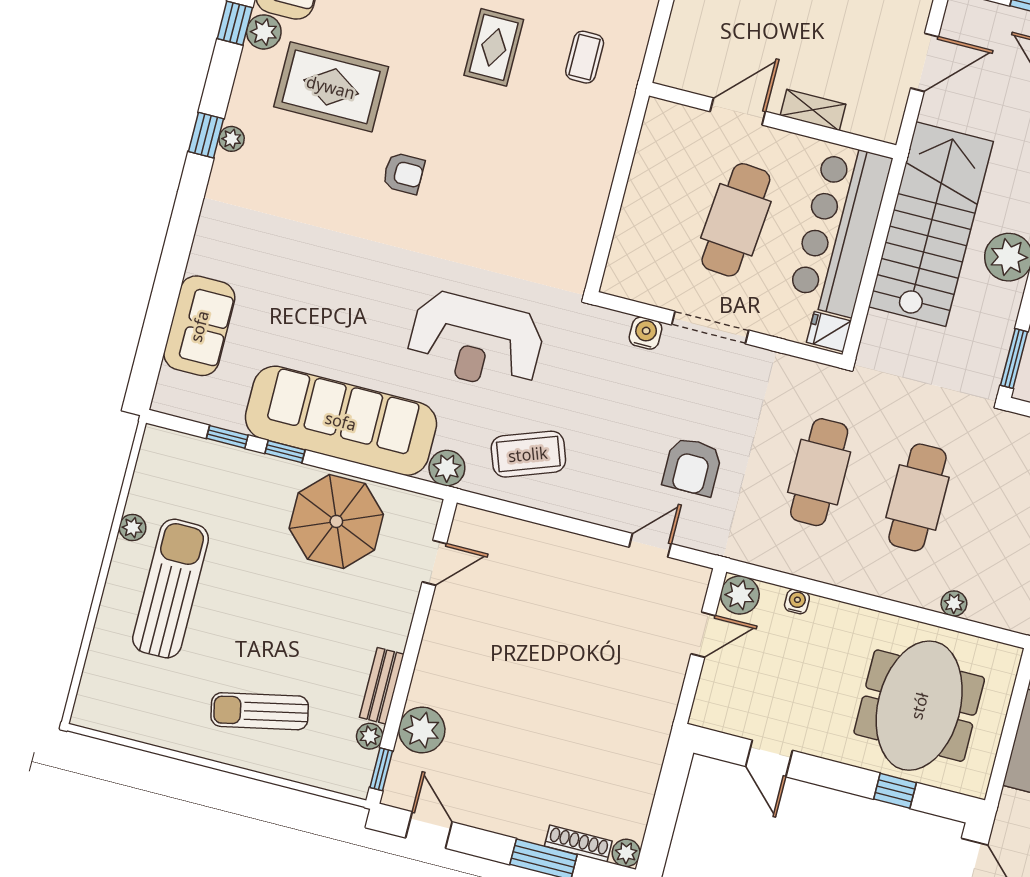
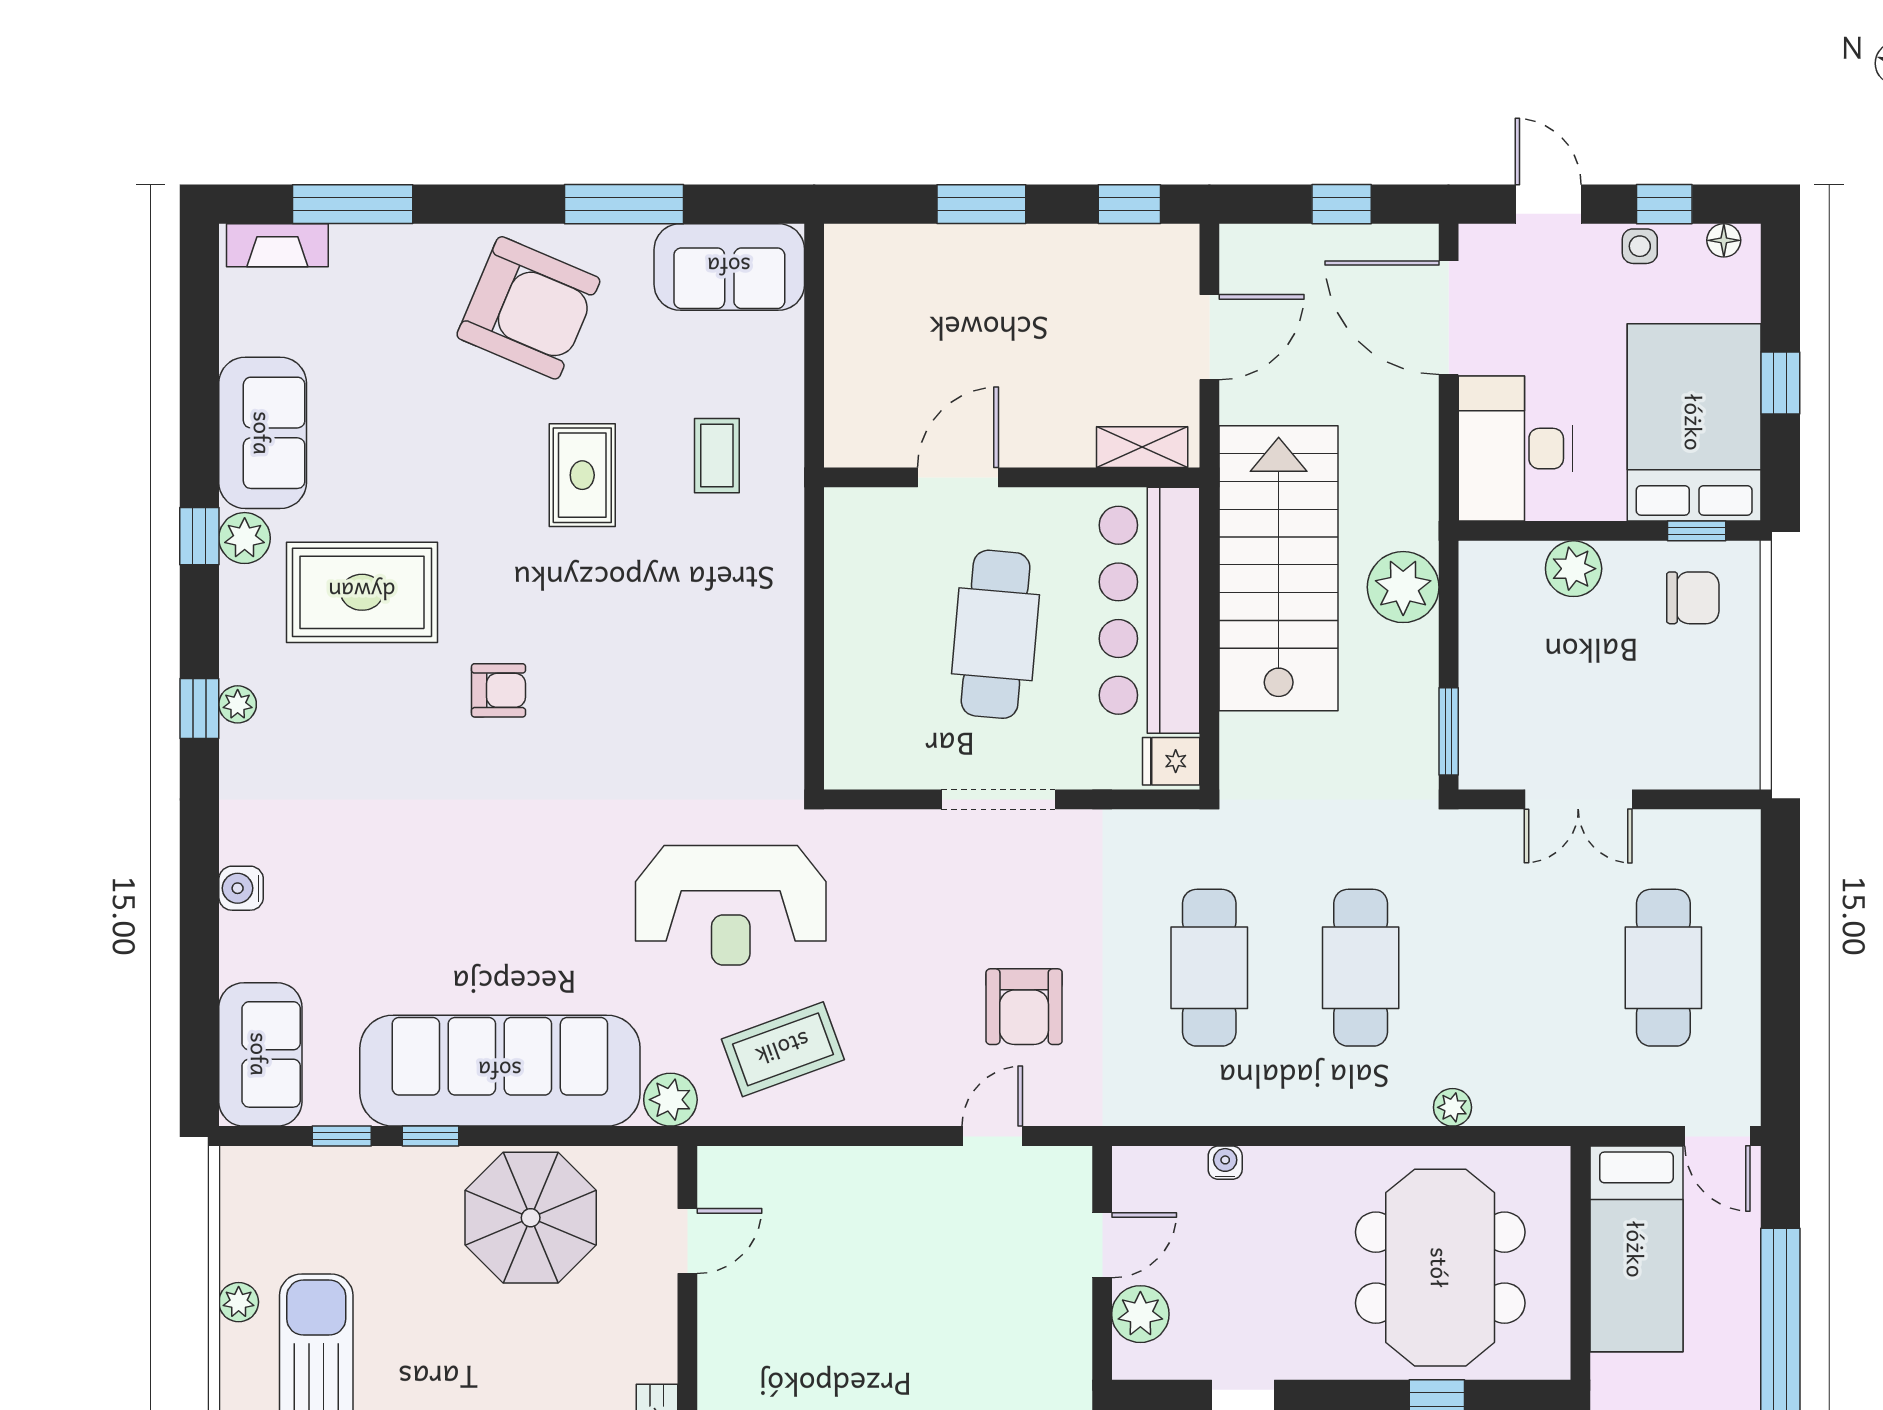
shelving: (813, 110) -> (1142, 447), moved
sofa: (199, 326) -> (260, 1054), moved
water cooler: (645, 333) -> (241, 888), moved, turned -90
reception desk: (476, 341) -> (731, 905), moved
plant: (740, 595) -> (1140, 1314), moved

